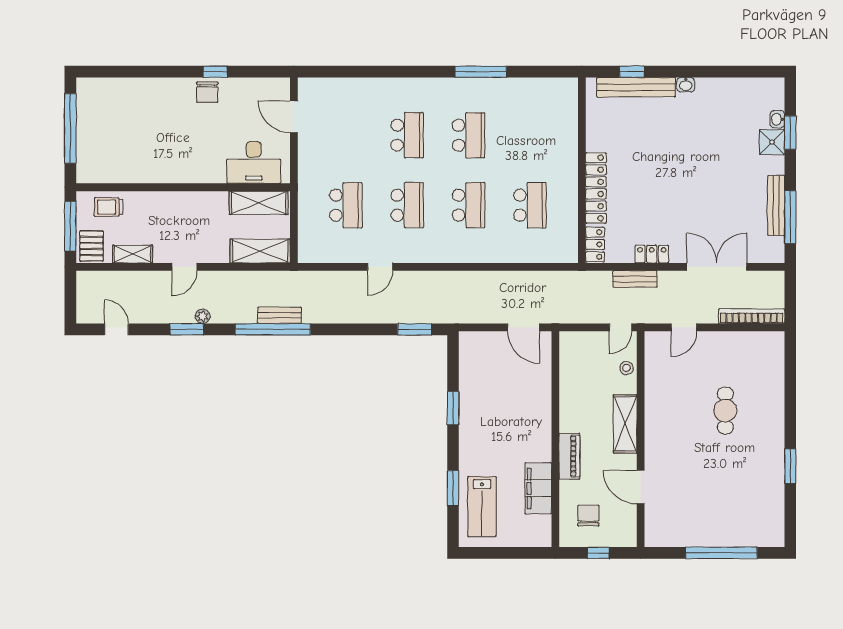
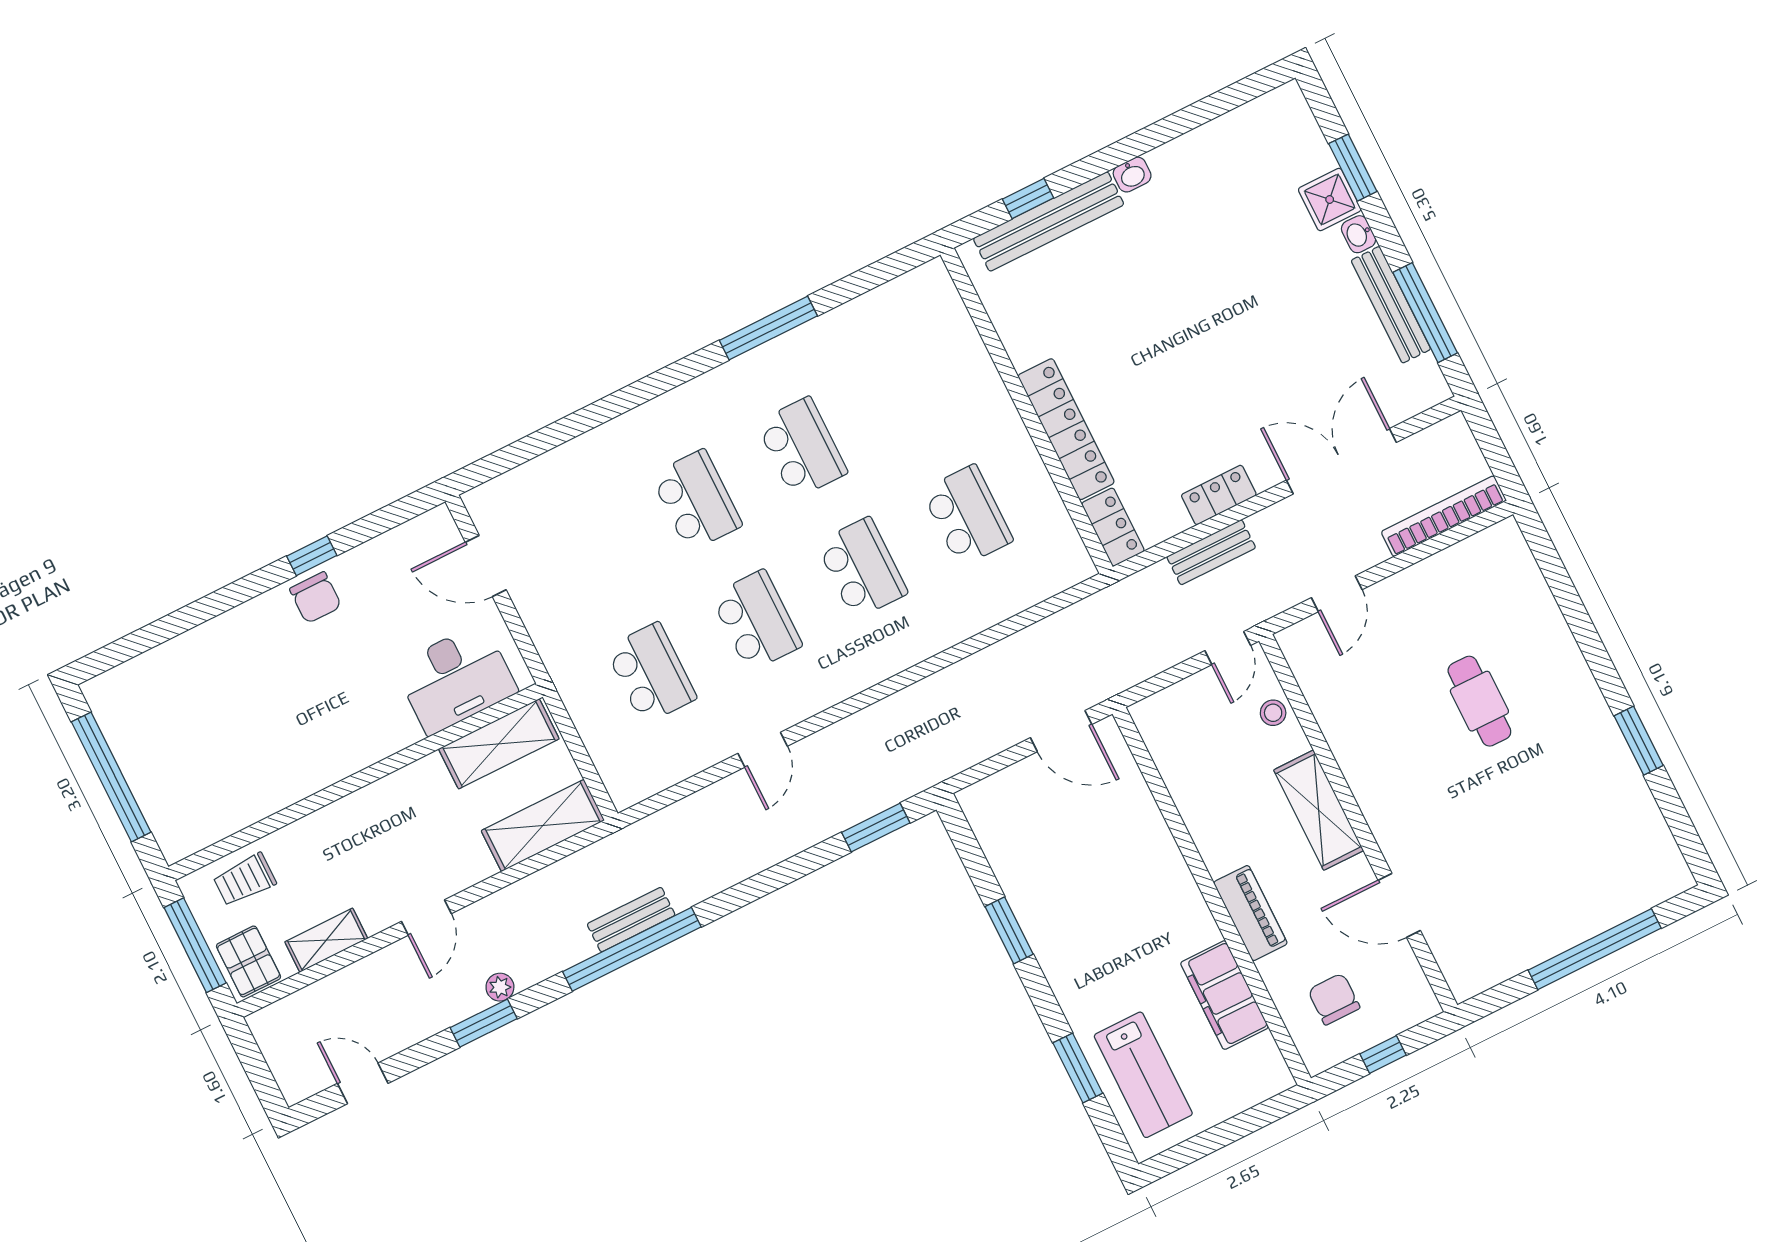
washbasin: (777, 119) -> (1358, 234), moved

